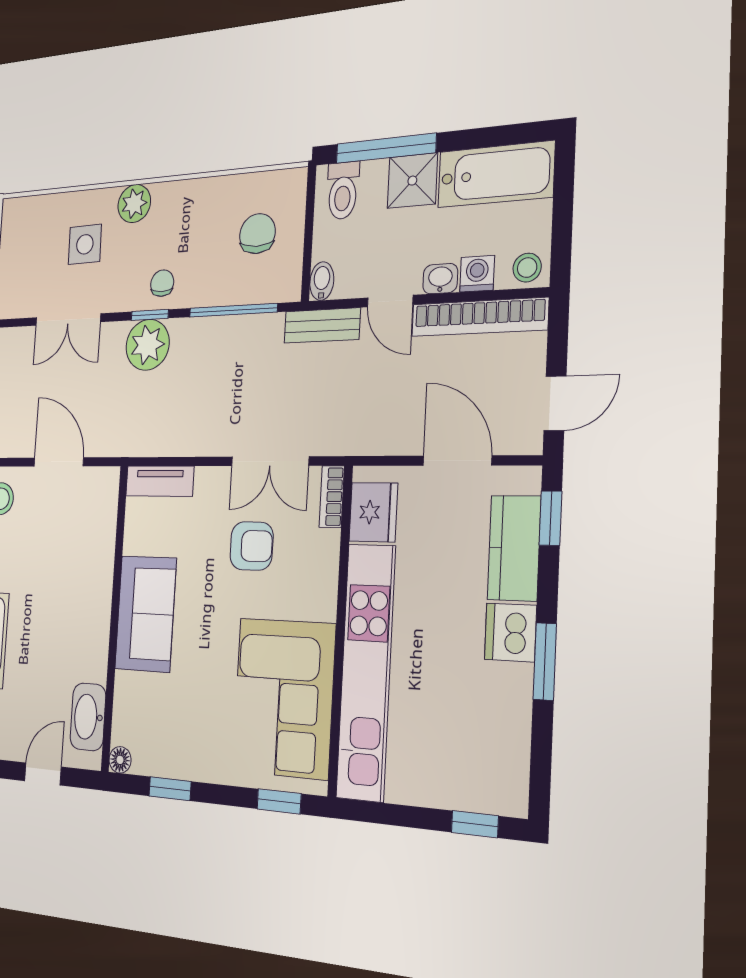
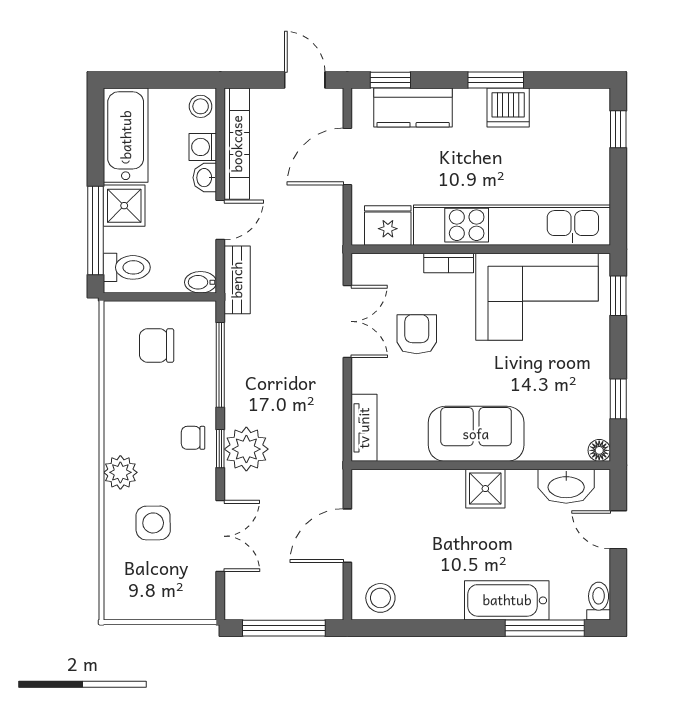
bookcase: (332, 497) -> (449, 263), moved
shower: (92, 622) -> (485, 489), added
dishwasher: (510, 632) -> (508, 108), moved

